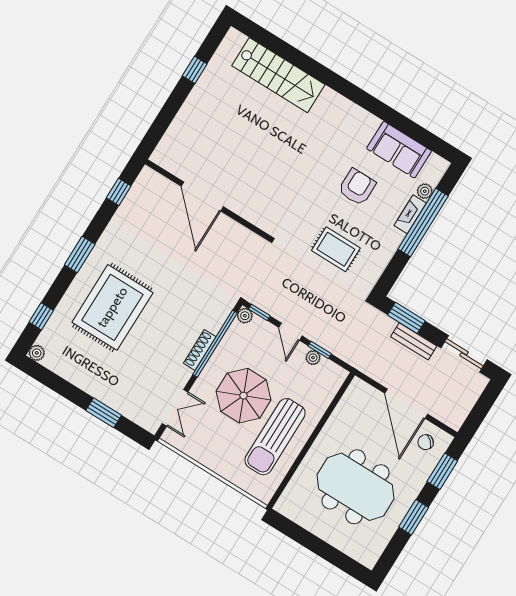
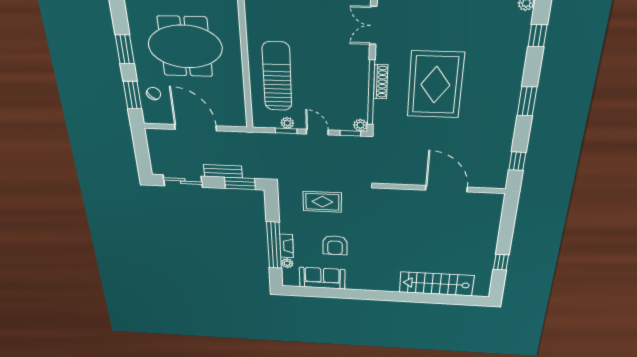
rug: (112, 307) -> (435, 85), moved
parasol: (244, 396) -> (322, 66), removed
sun lounger: (275, 437) -> (277, 77), moved
chair: (426, 442) -> (154, 94), moved

